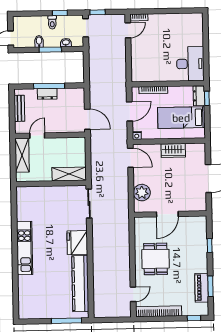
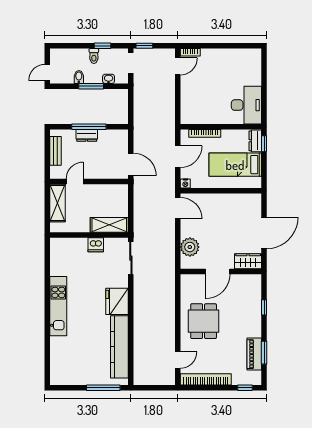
wardrobe: (173, 151) -> (248, 261), moved, turned 180
dishwasher: (57, 192) -> (96, 245), added

